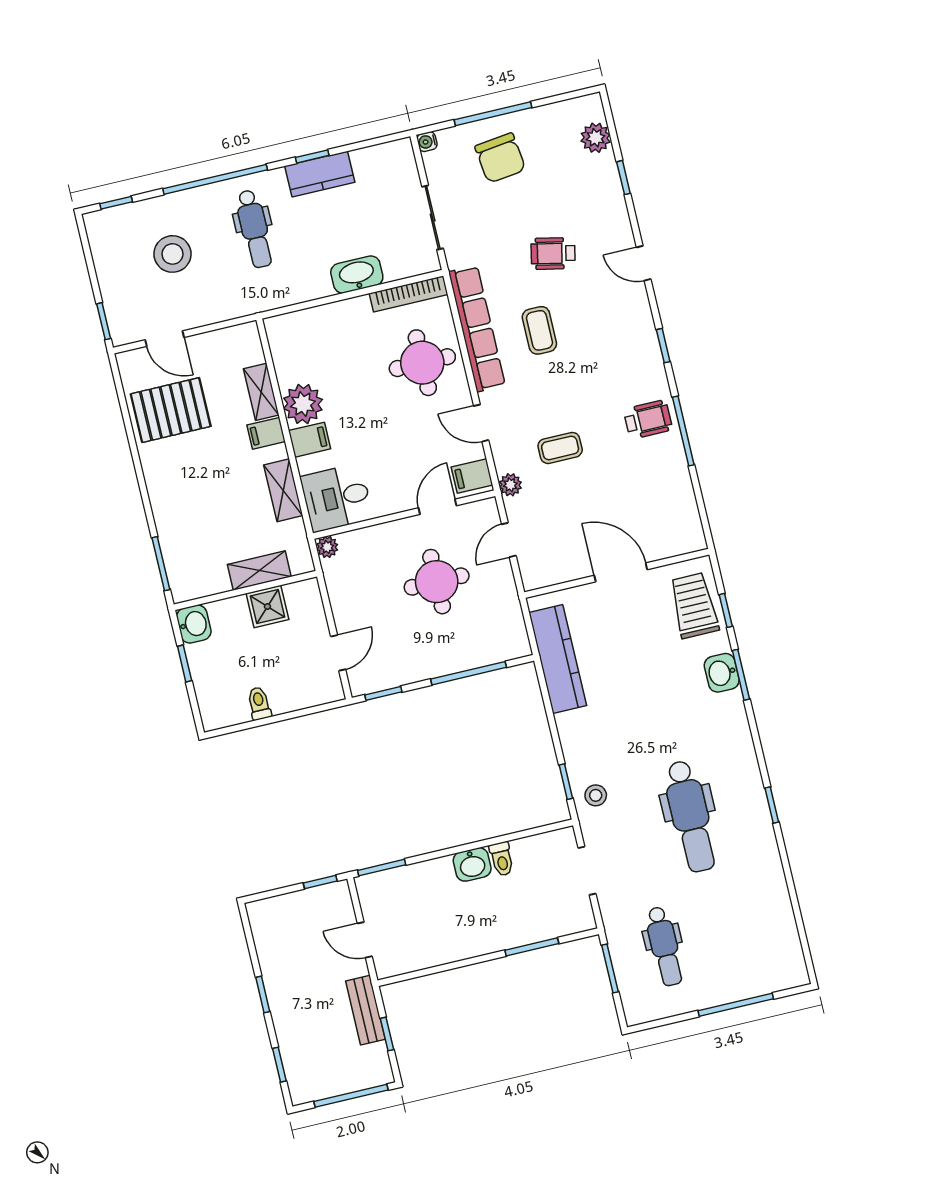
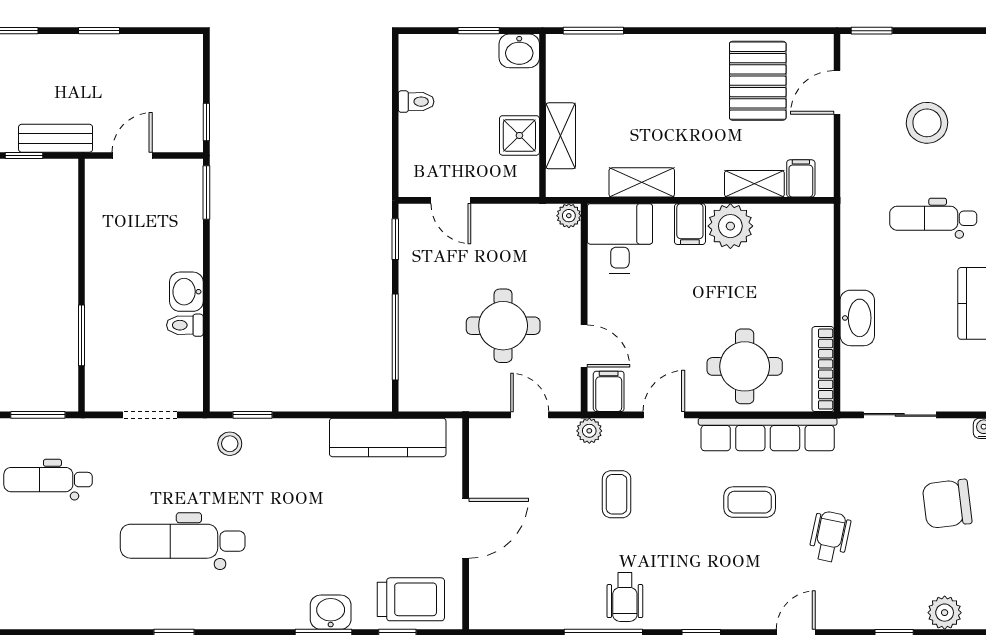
filing cabinet: (266, 433) -> (801, 178), moved

